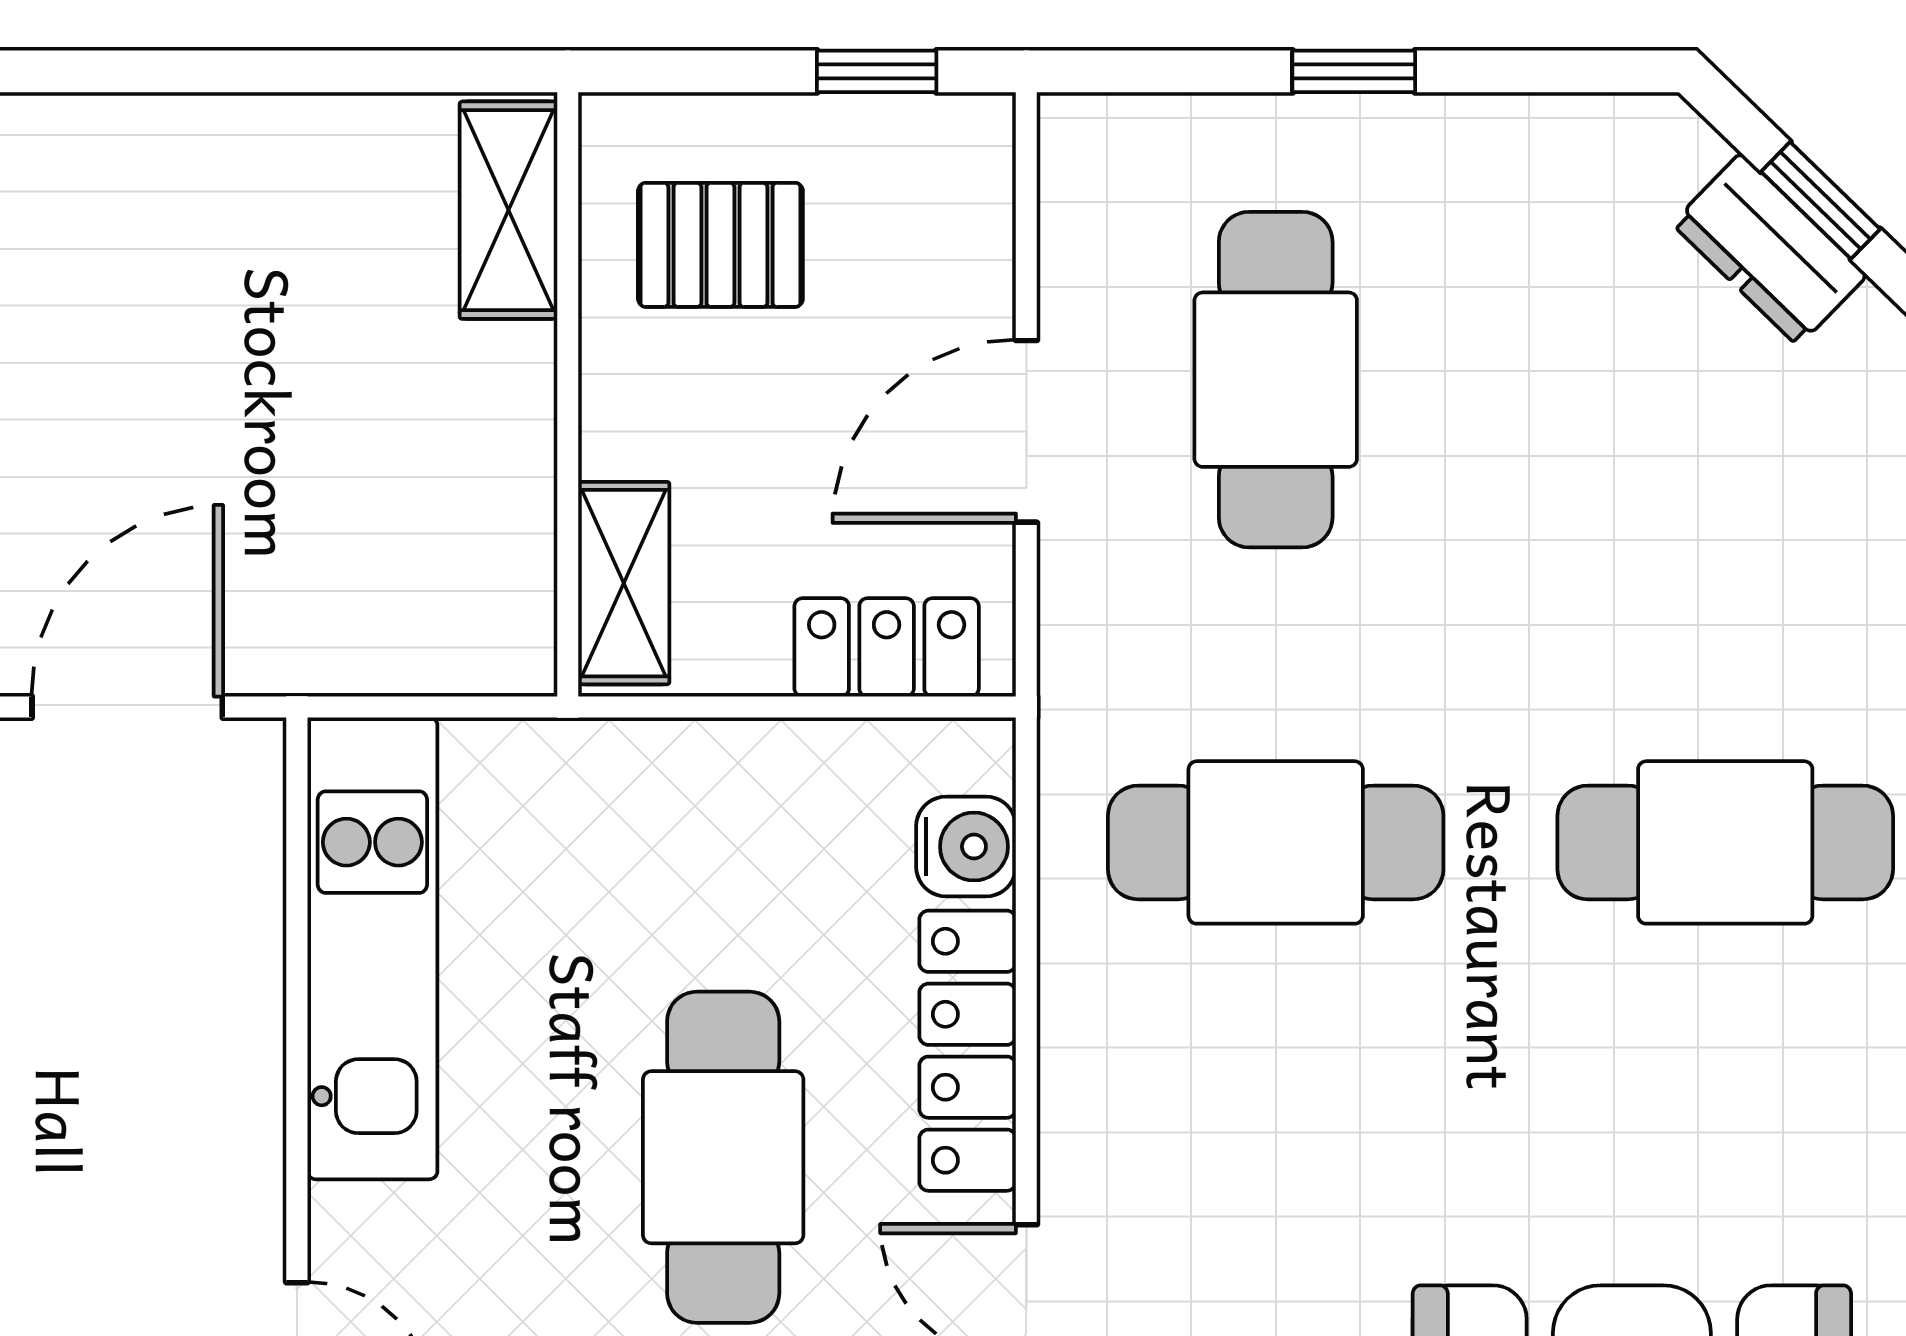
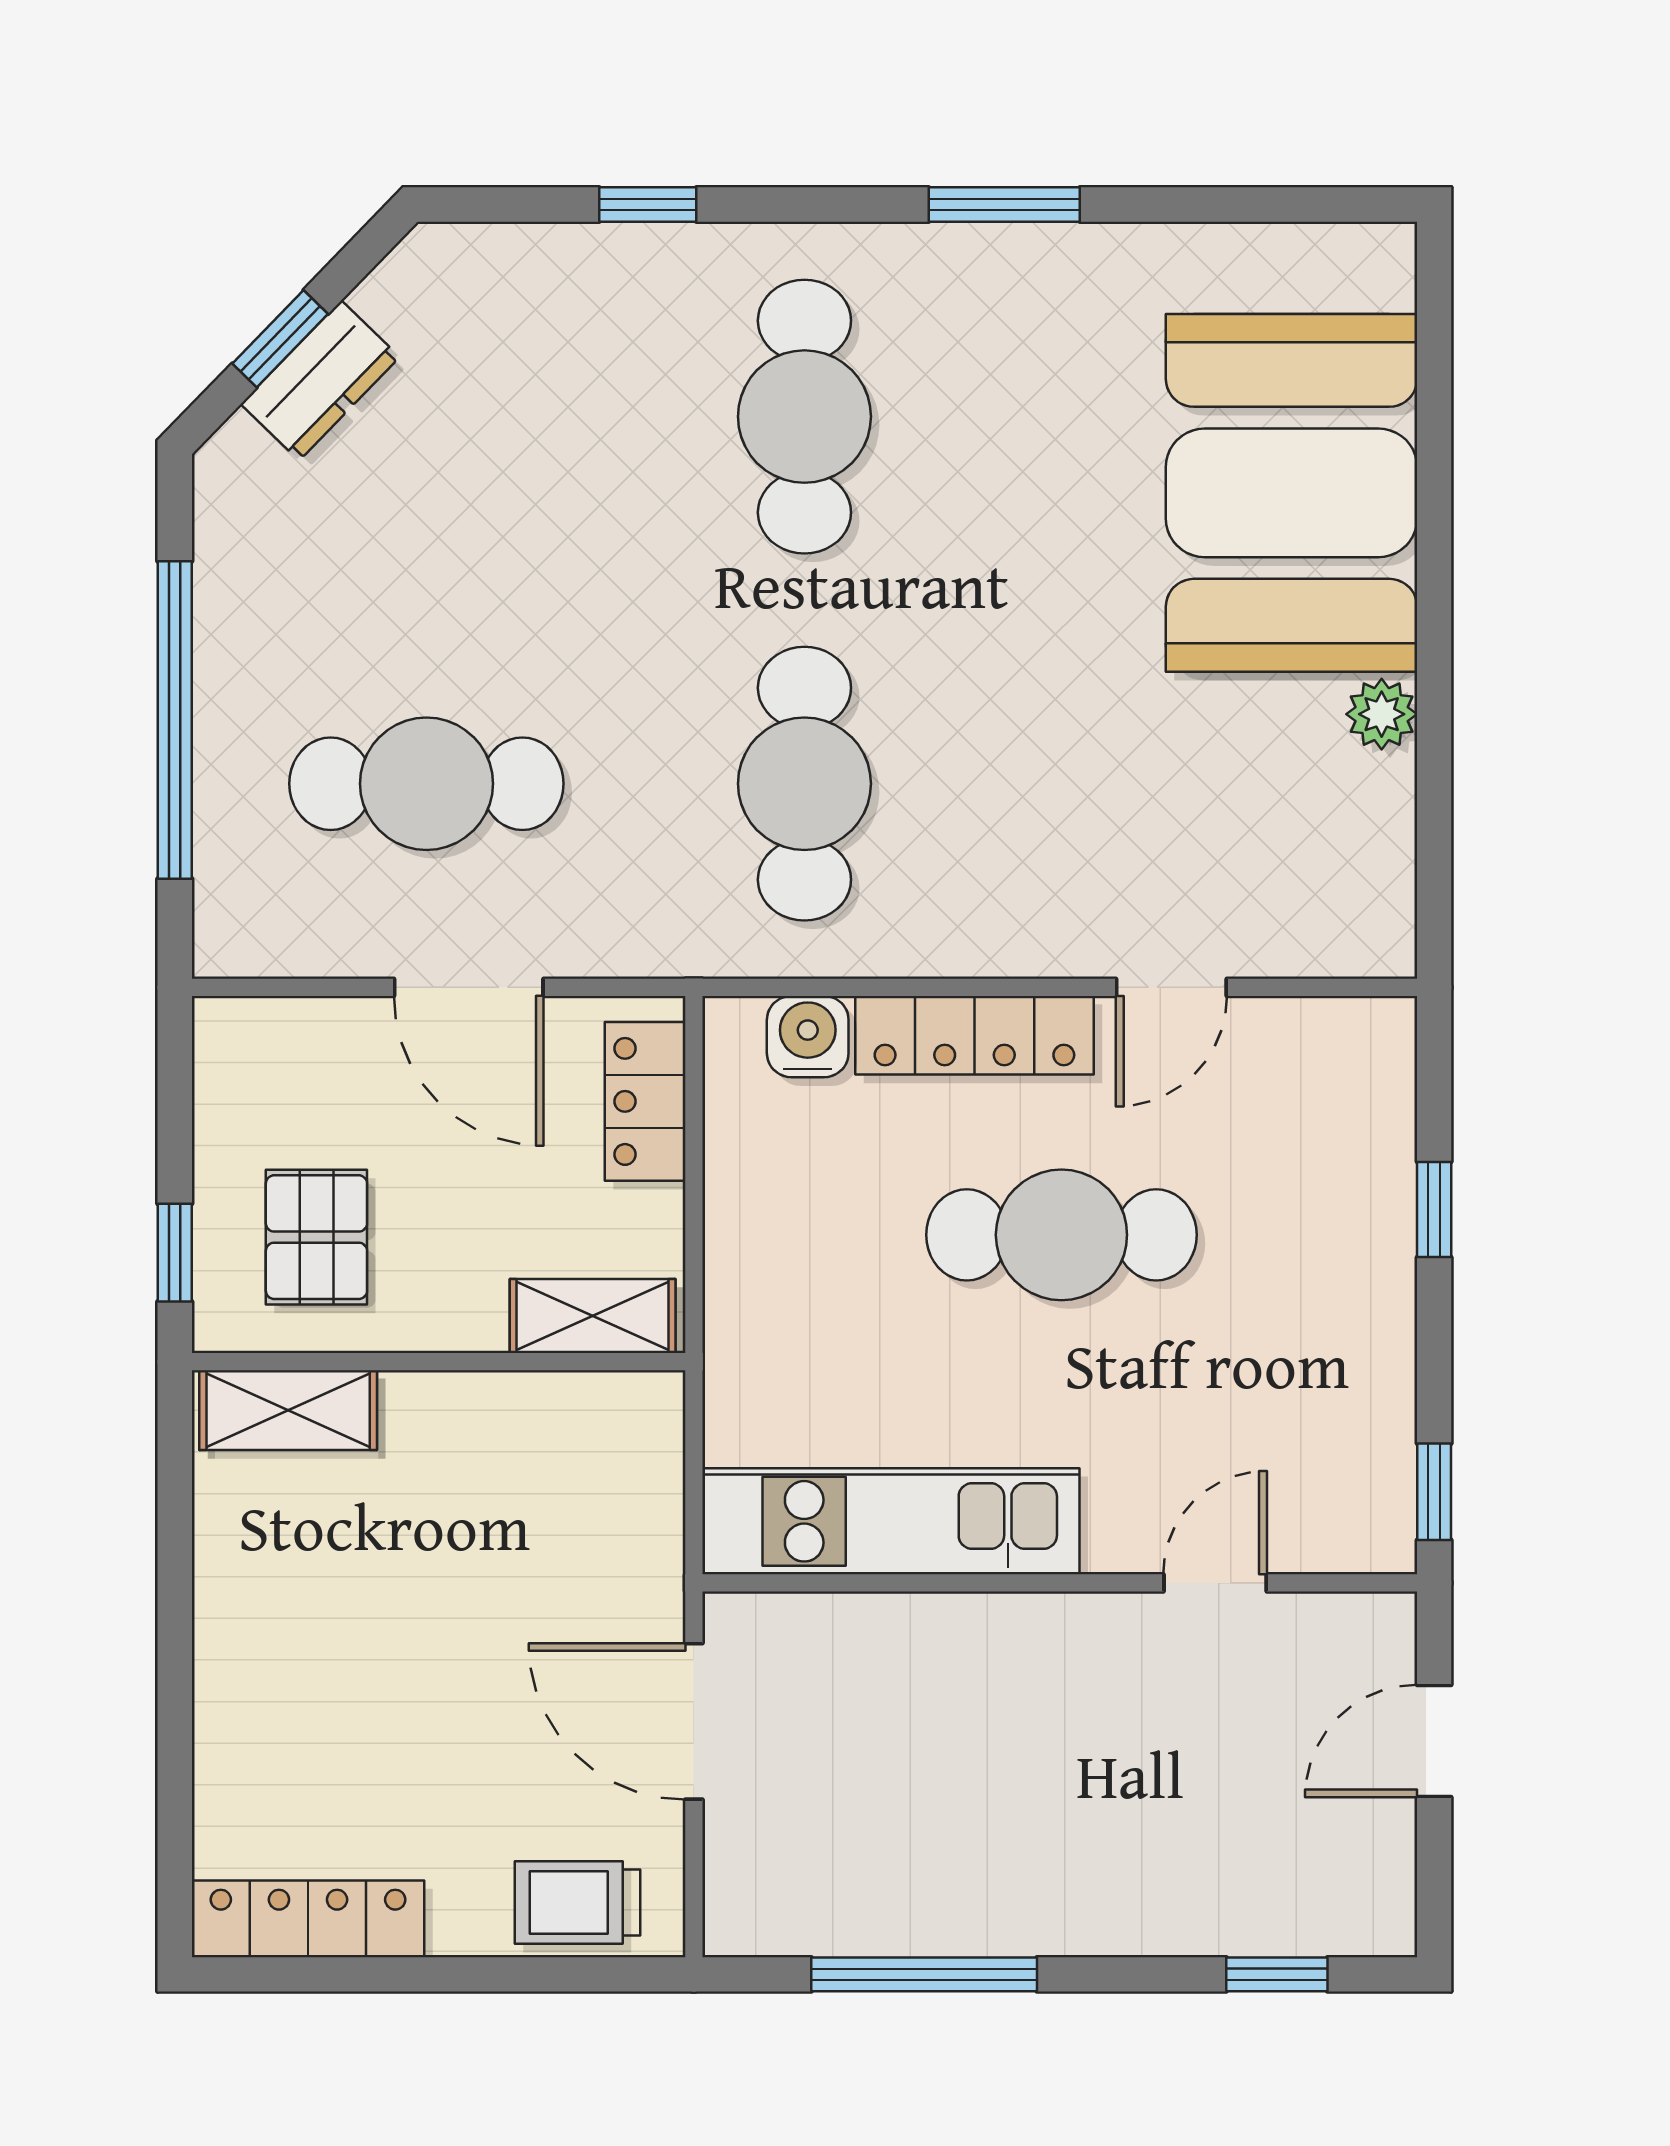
window: (877, 71) -> (175, 1253), moved
window: (1354, 71) -> (175, 720), width x3.17

